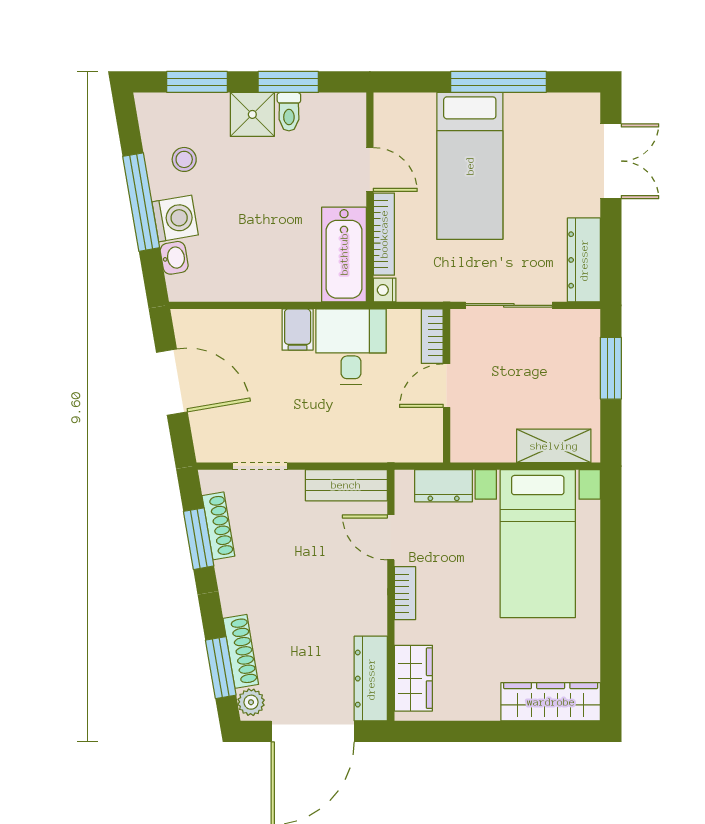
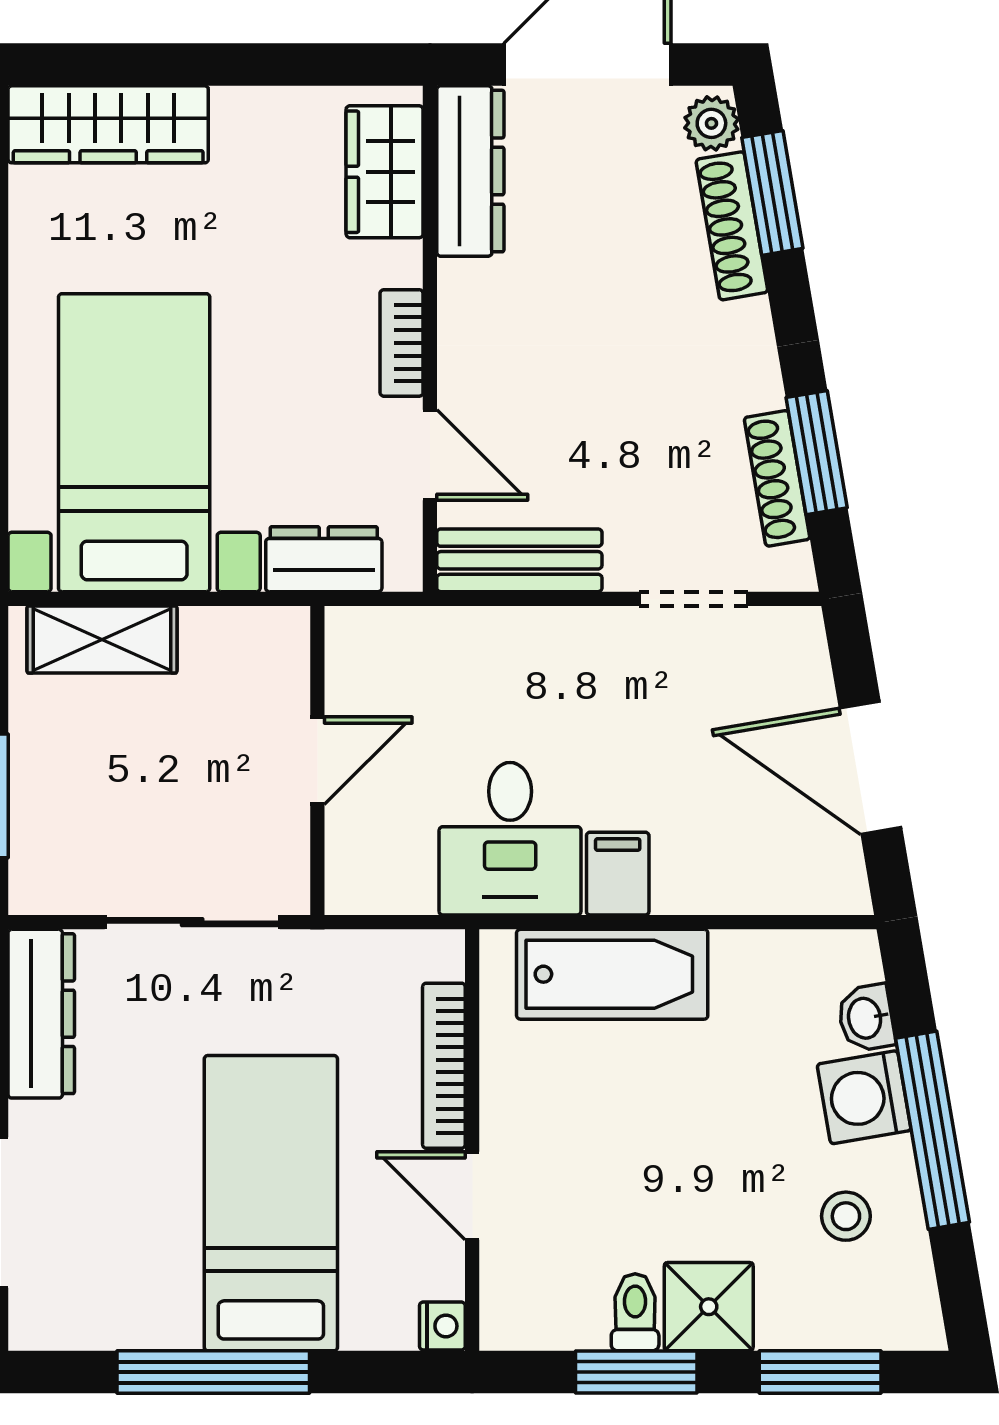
bathtub: (344, 254) -> (612, 974), moved, turned 90
nightstand: (385, 290) -> (442, 1326), moved
bookcase: (432, 336) -> (346, 860), removed

